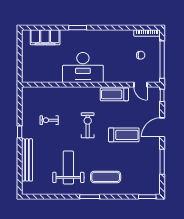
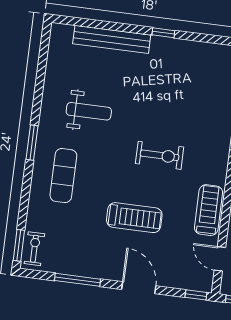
door: (141, 85) -> (220, 259), hinge flipped
exercise bike: (49, 120) -> (34, 249), moved
treadmill: (124, 135) -> (134, 218), turned -90
weight bench: (68, 167) -> (89, 111), width x0.73, depth x0.75

